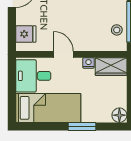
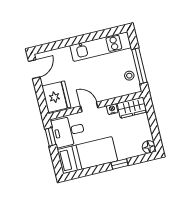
fridge: (26, 34) -> (56, 97), width x1.88, depth x1.34
window: (12, 77) -> (50, 137), added
window: (82, 127) -> (120, 164), width x0.67

